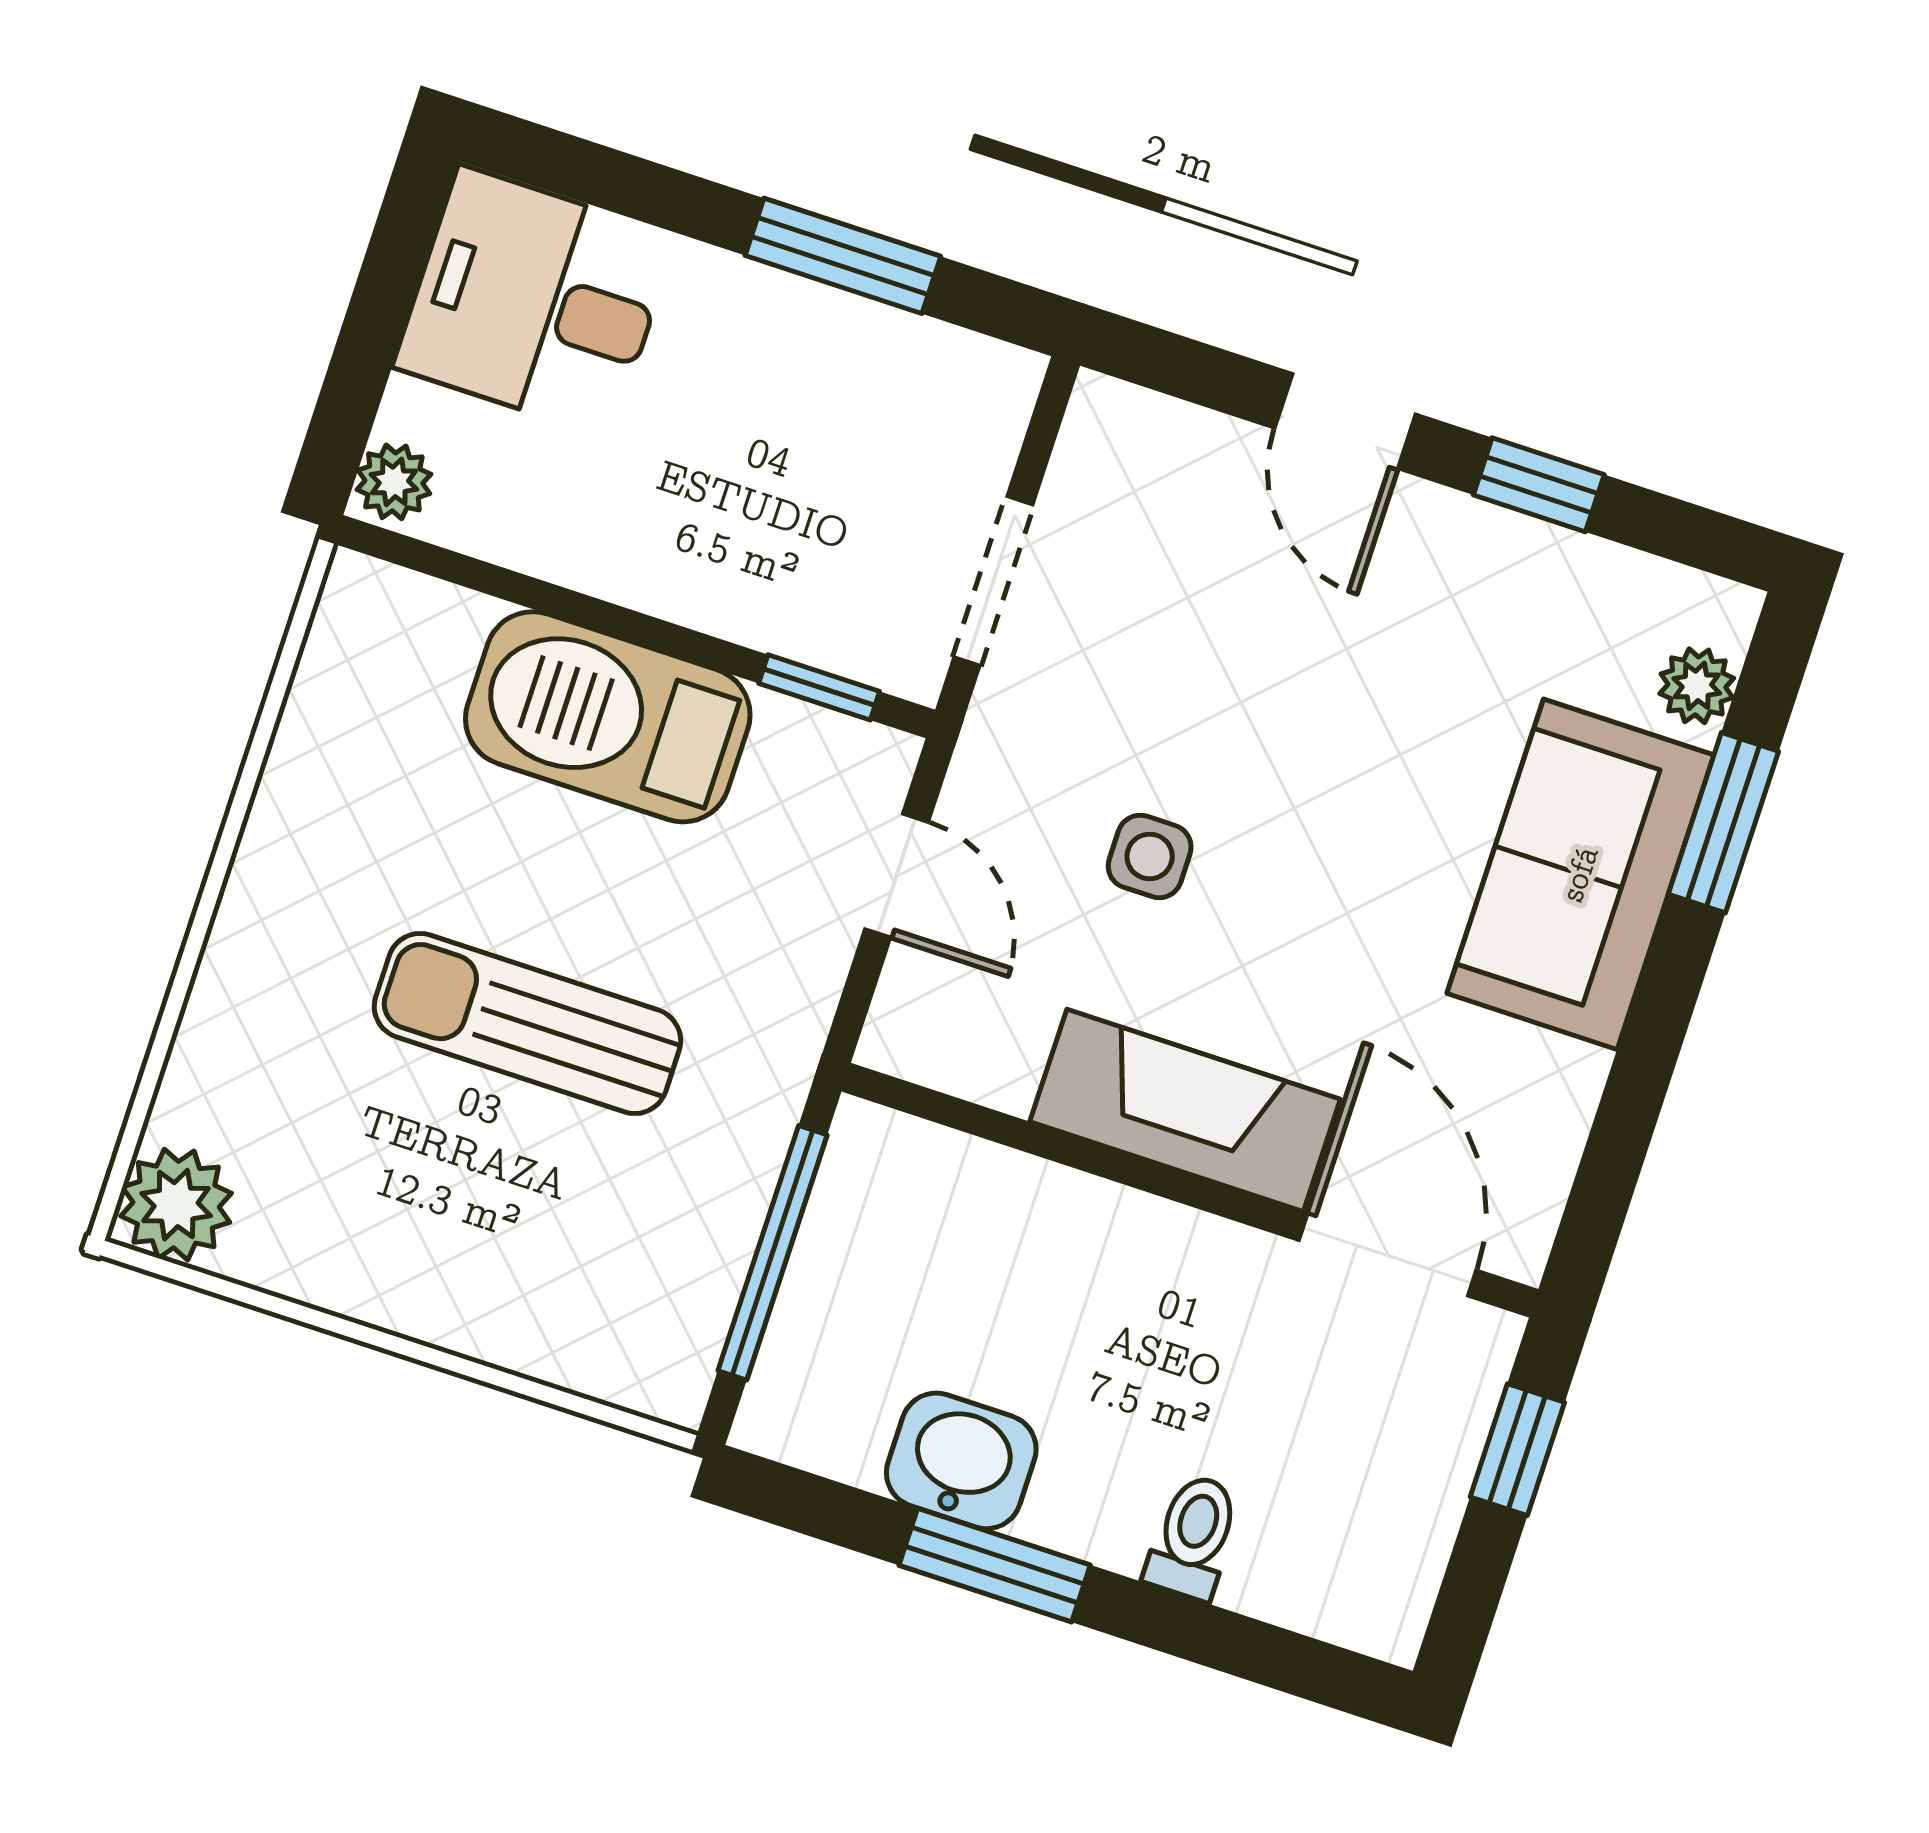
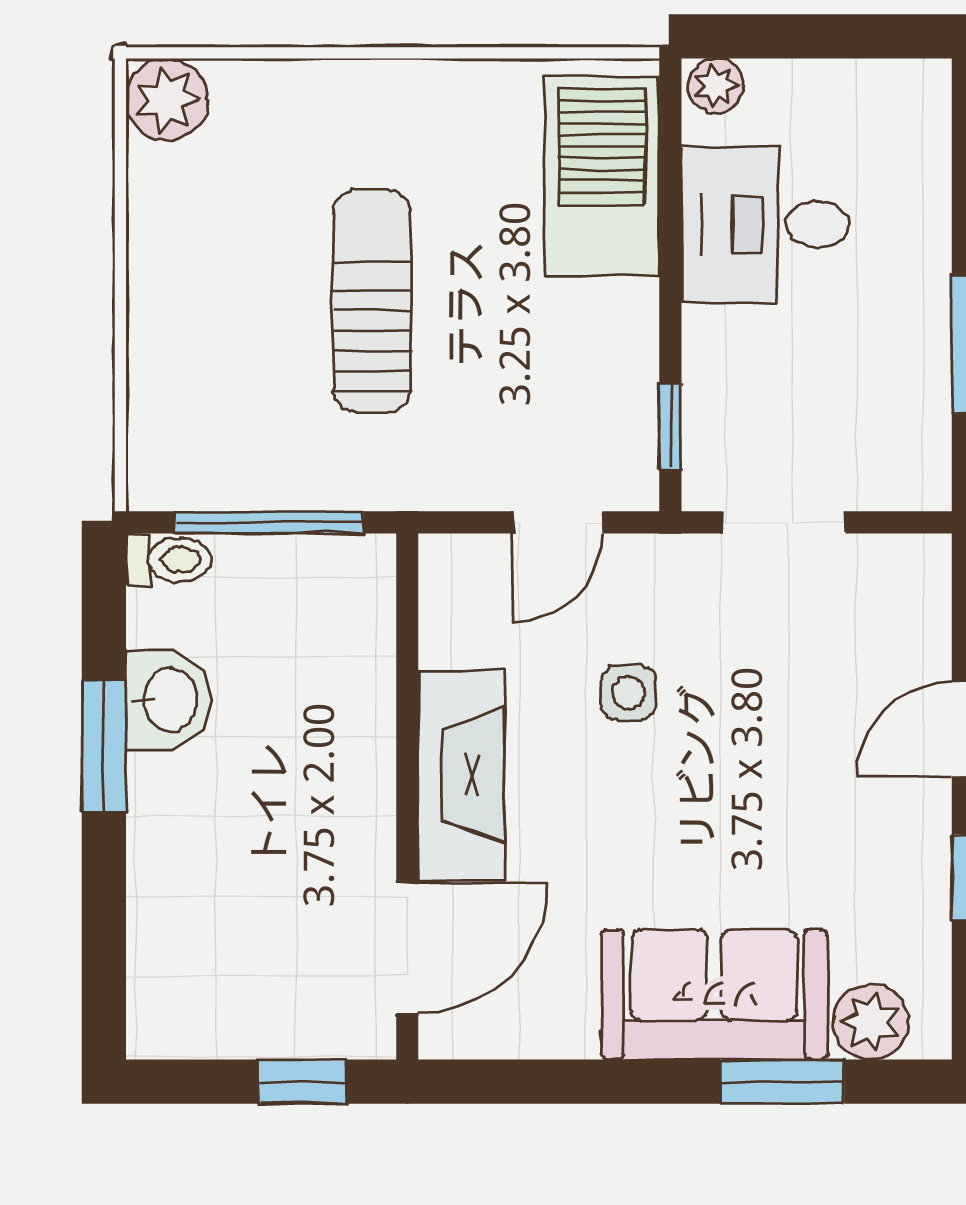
desk: (535, 302) -> (765, 225), moved, turned -90
plant: (1697, 686) -> (871, 1022), width x1.38, depth x1.38
barbecue: (608, 717) -> (602, 177), moved
toilet: (1193, 1537) -> (169, 560), moved

